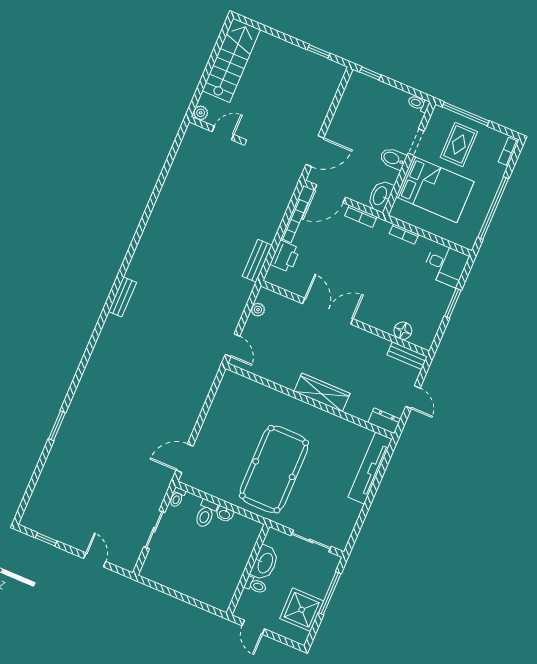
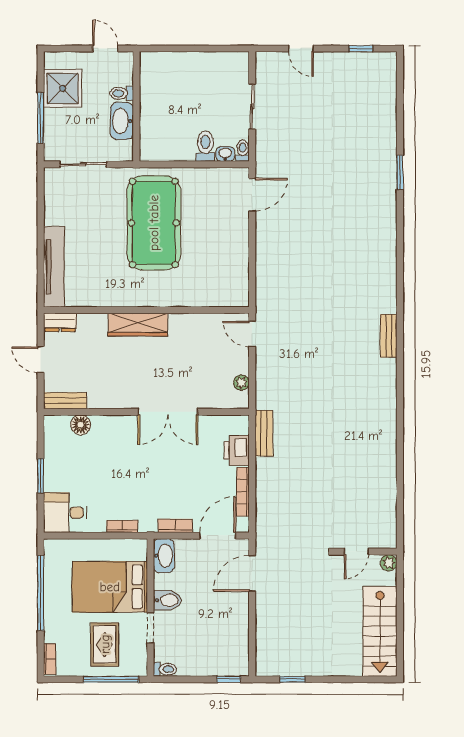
washbasin: (225, 514) -> (225, 154), moved

